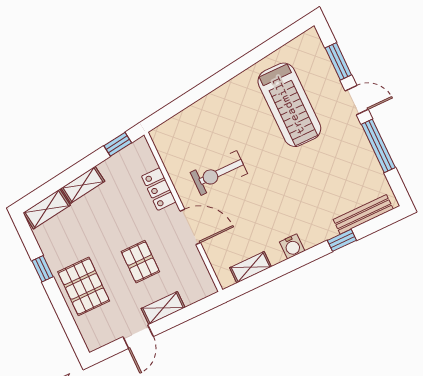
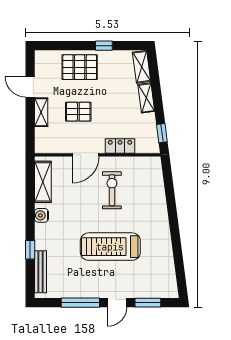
treadmill: (289, 105) -> (110, 247), moved
shelving: (251, 267) -> (43, 182), width x1.50, depth x1.33

